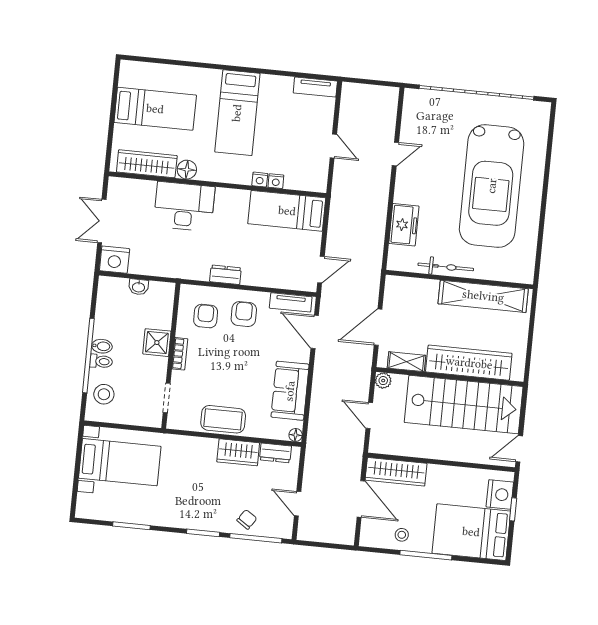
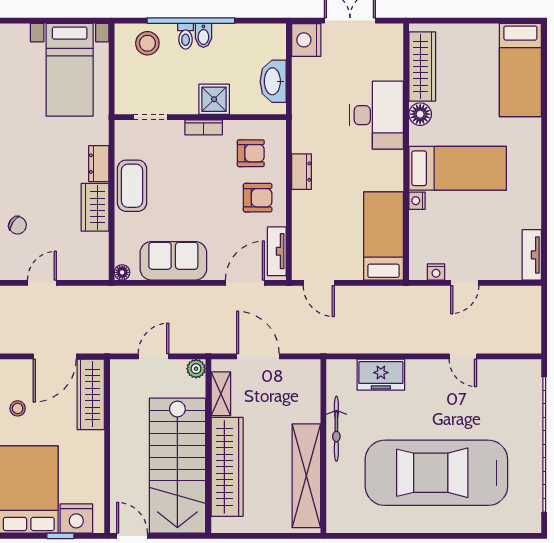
bed: (155, 109) -> (520, 70), moved
bed: (237, 113) -> (458, 168), moved, turned 180
nightstand: (276, 181) -> (436, 272), moved, turned -90
washbasin: (139, 287) -> (273, 81), width x1.91, depth x1.45
dresser: (275, 453) -> (99, 164), moved

